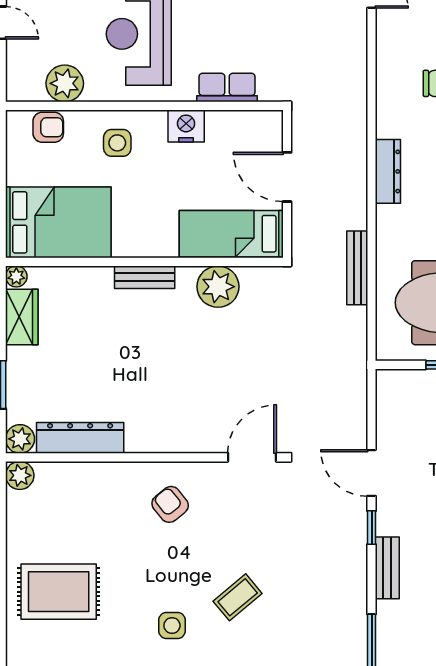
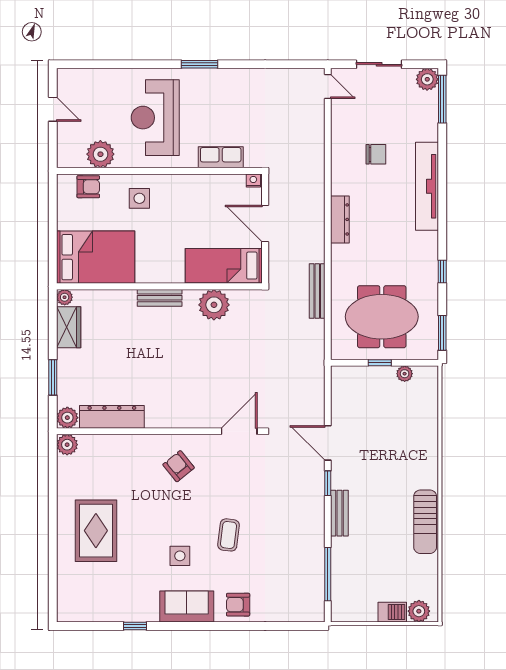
nightstand: (186, 126) -> (253, 181), moved, width x0.53, depth x0.56
rug: (59, 592) -> (96, 531), turned 90
coffee table: (238, 597) -> (229, 535), turned -43

